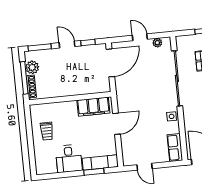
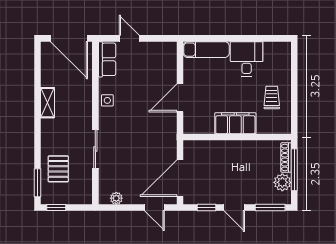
door: (140, 37) -> (154, 207), moved
sliding door: (177, 78) -> (95, 149), width x0.54
filing cabinet: (93, 107) -> (235, 123), moved
door: (145, 167) -> (129, 38), moved
window: (94, 172) -> (216, 38), removed

